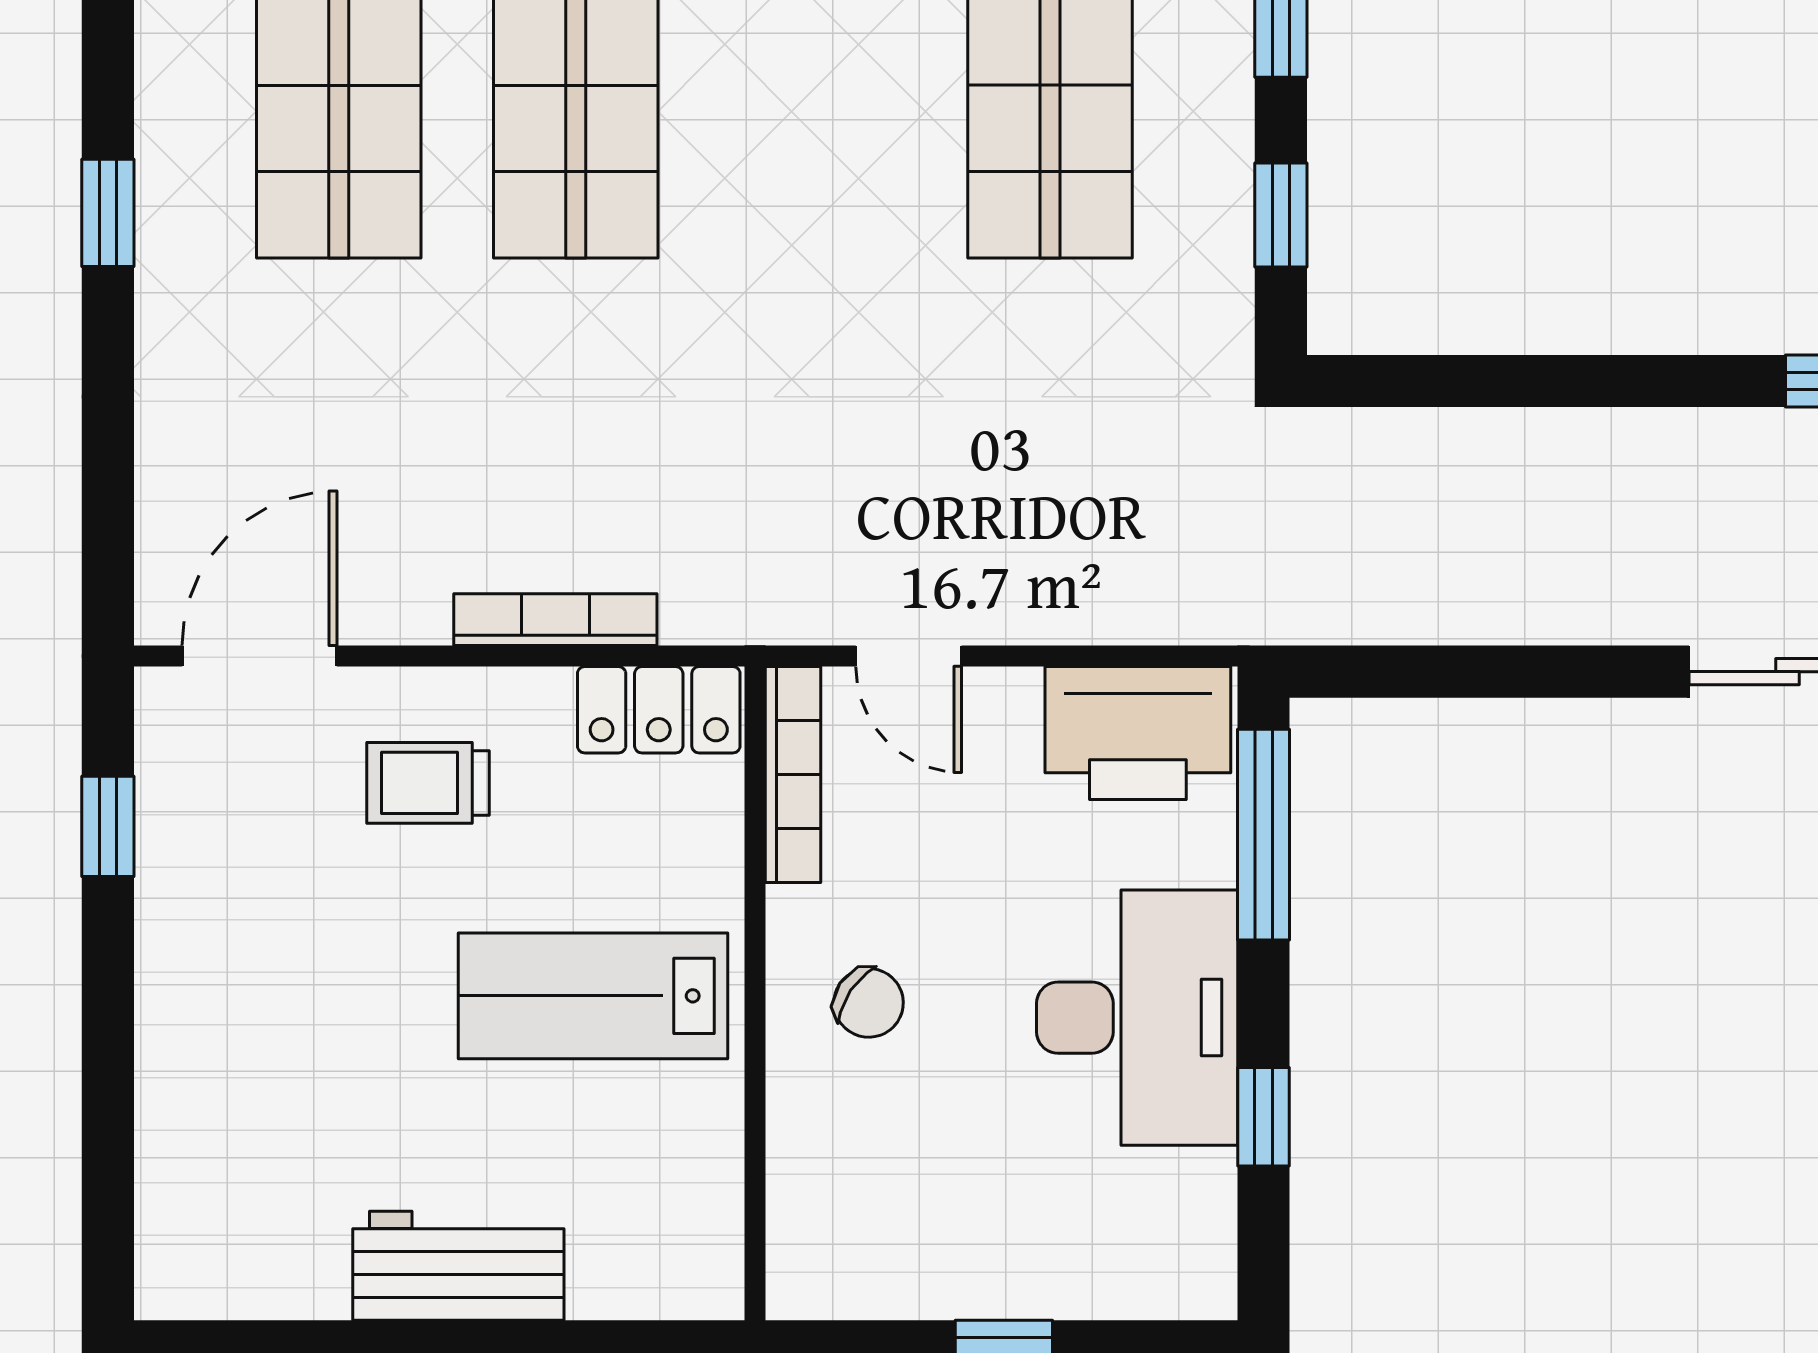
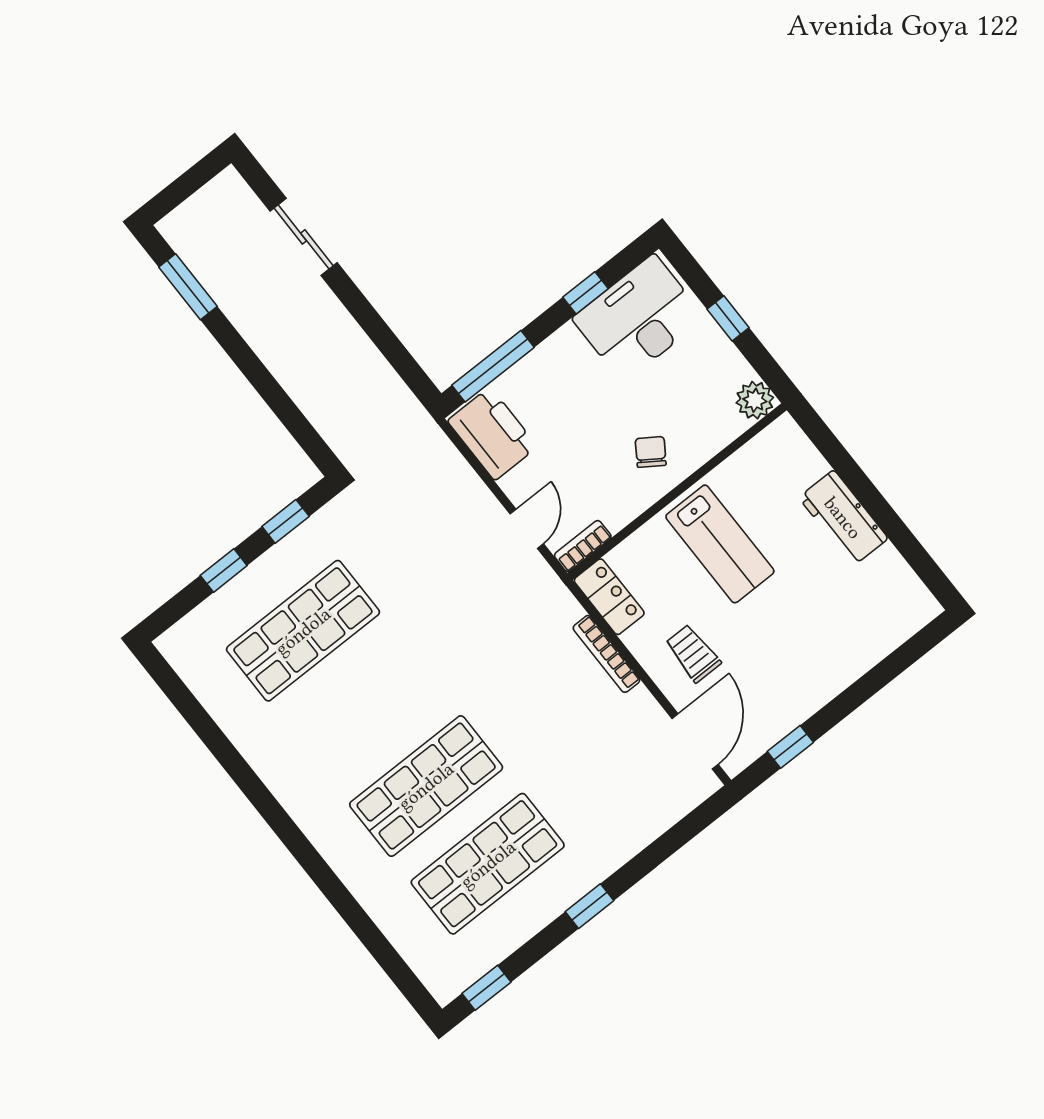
door: (260, 656) -> (695, 741), swing flipped
bookcase: (793, 774) -> (583, 546), width x0.64
trolley: (428, 783) -> (693, 653), turned 180
desk: (1137, 1018) -> (639, 318), moved
plant: (811, 1275) -> (755, 400), added

